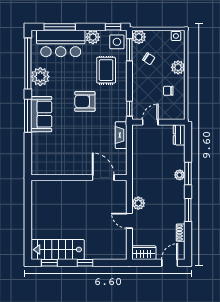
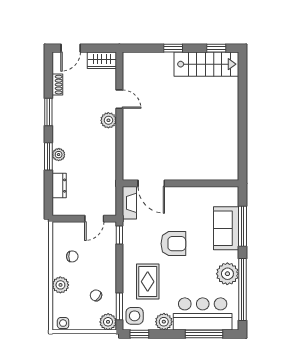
dresser: (179, 135) -> (59, 186), moved
wall: (79, 178) -> (181, 183), moved
door: (103, 178) -> (151, 183), moved

